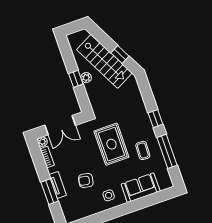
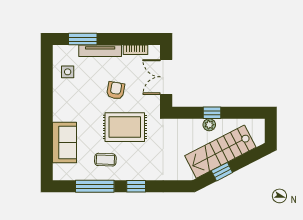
plant: (42, 142) -> (155, 51), removed
armchair: (86, 180) -> (116, 90), moved
tv unit: (58, 185) -> (100, 51), width x1.41
window: (50, 192) -> (83, 39), moved
side table: (109, 195) -> (68, 72), moved

